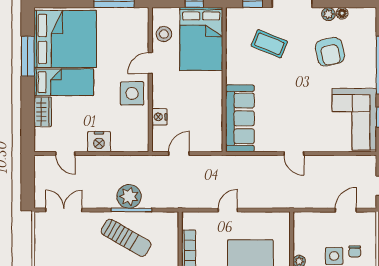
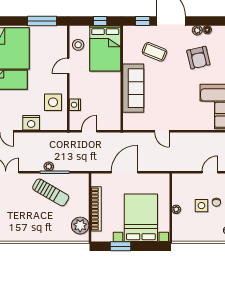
side table: (132, 93) -> (53, 102), moved
sofa: (240, 118) -> (133, 88), moved
door: (294, 153) -> (162, 131), moved
plant: (129, 196) -> (49, 167), width x0.53, depth x0.53
door: (228, 210) -> (124, 172), width x1.88

